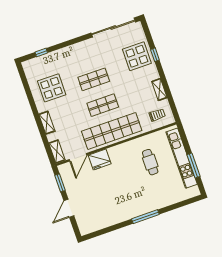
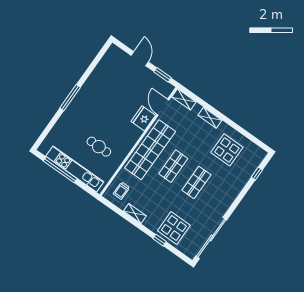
window: (194, 166) -> (60, 170), width x1.46

